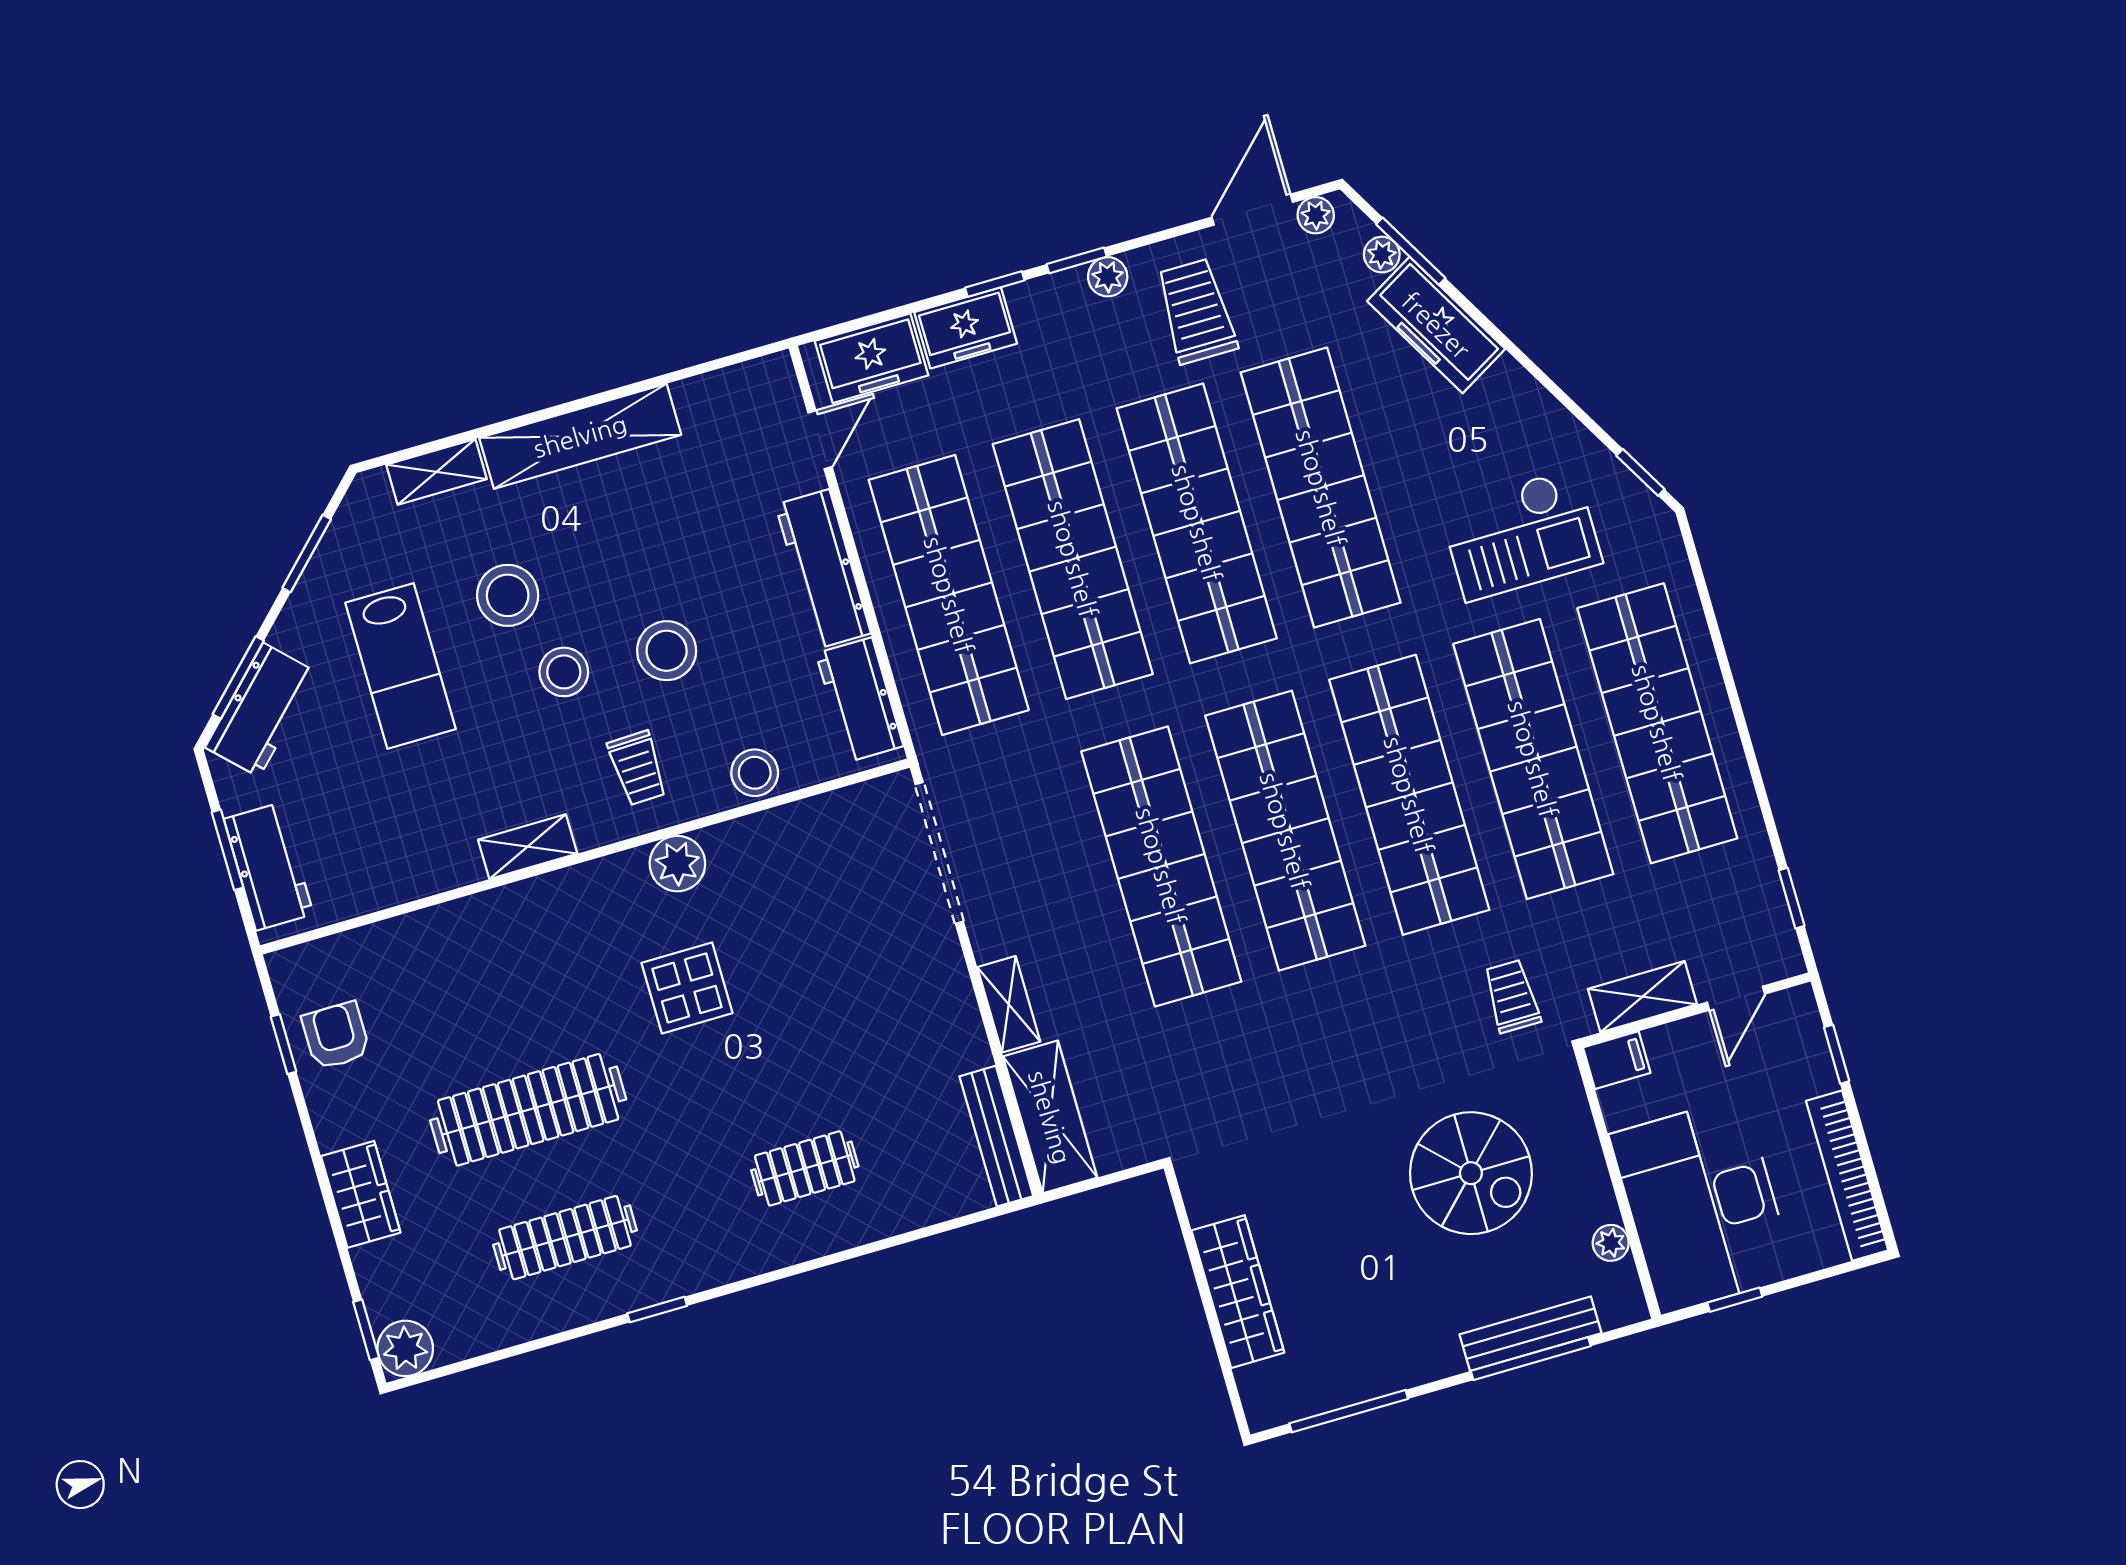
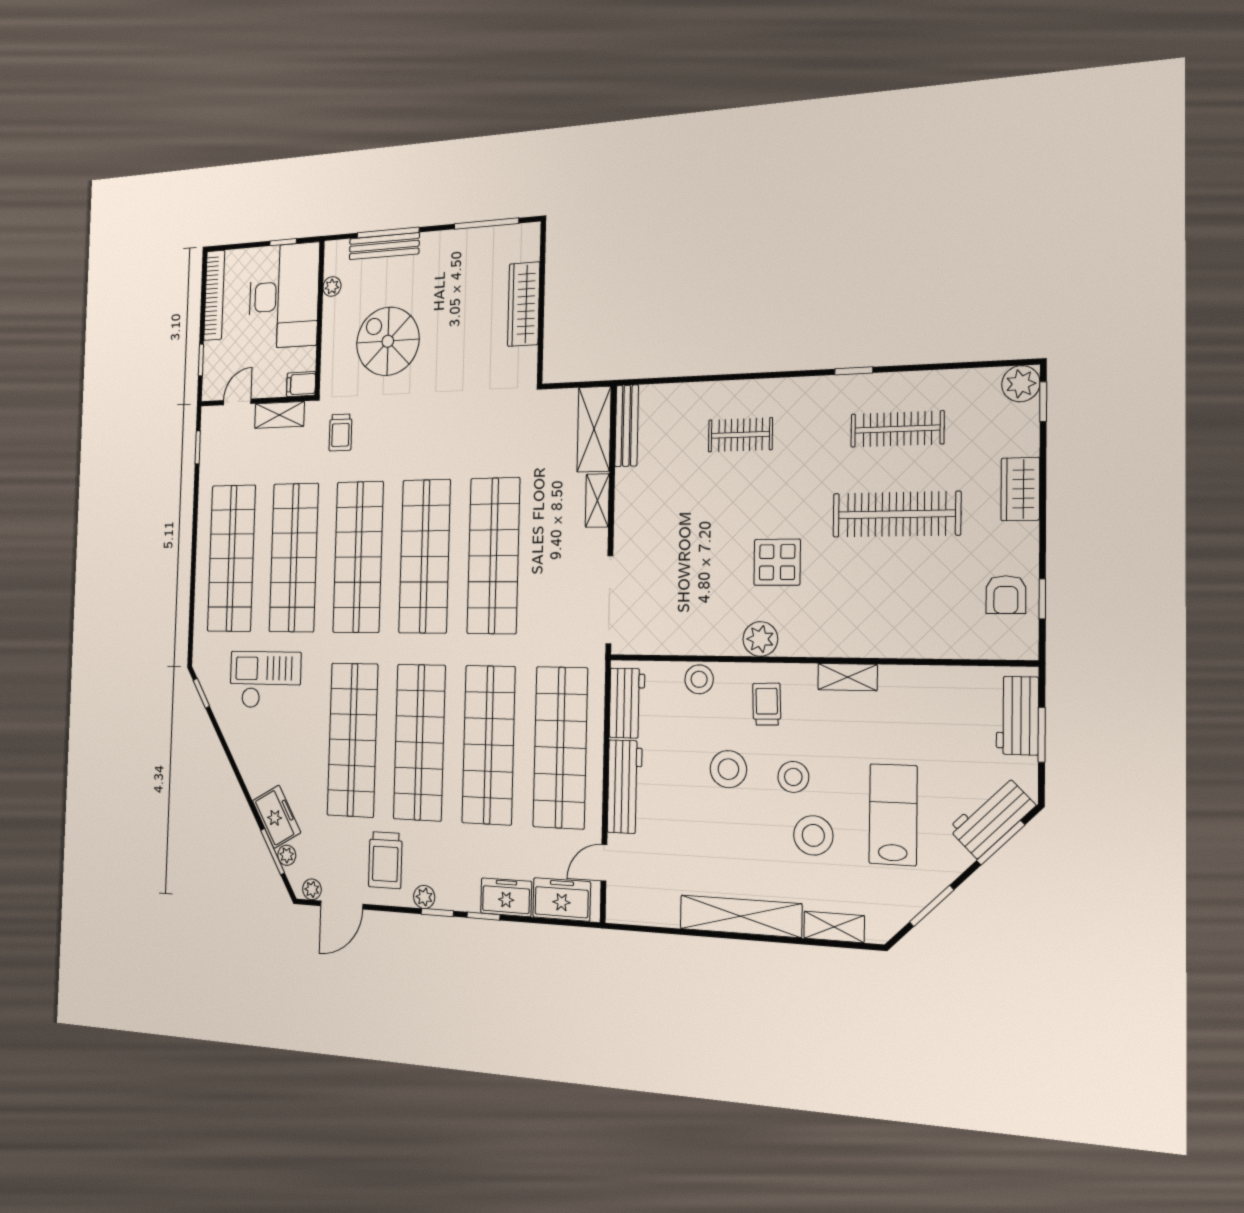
freezer: (1436, 325) -> (277, 817), width x0.71

